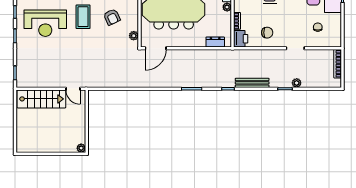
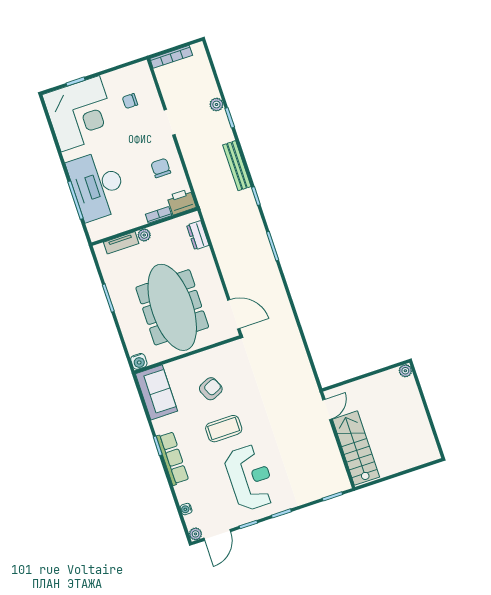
plant: (134, 36) -> (226, 350), removed

